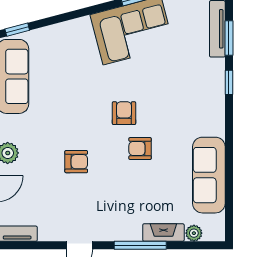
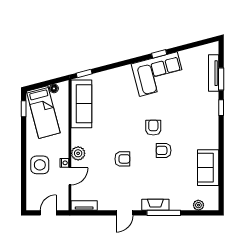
sofa: (209, 175) -> (208, 168), width x0.73
fireplace: (163, 233) -> (155, 205), moved

